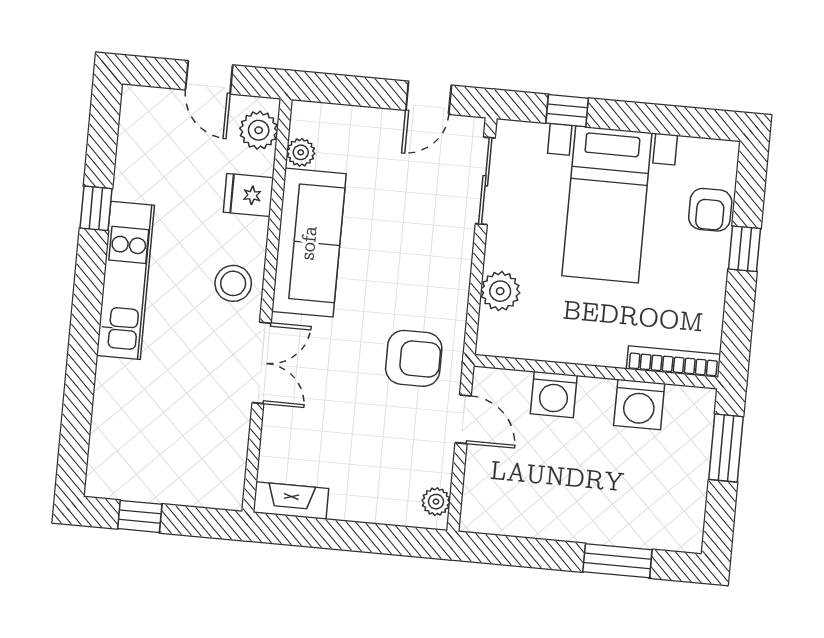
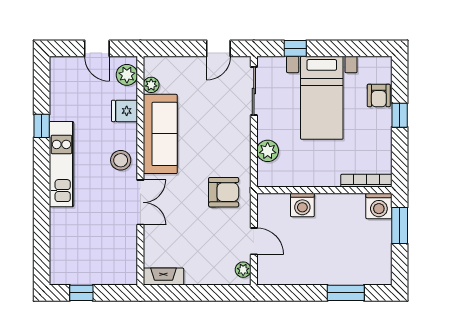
washing machine: (639, 405) -> (379, 206), moved
door: (463, 419) -> (254, 241), moved

